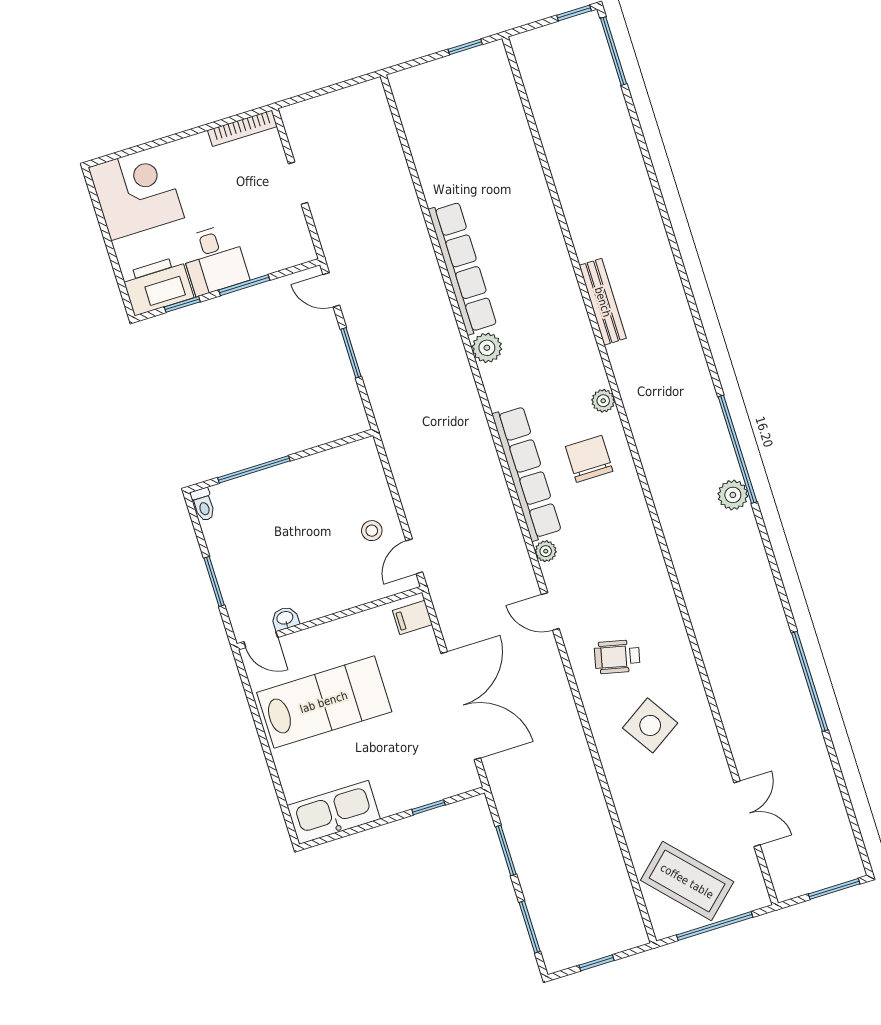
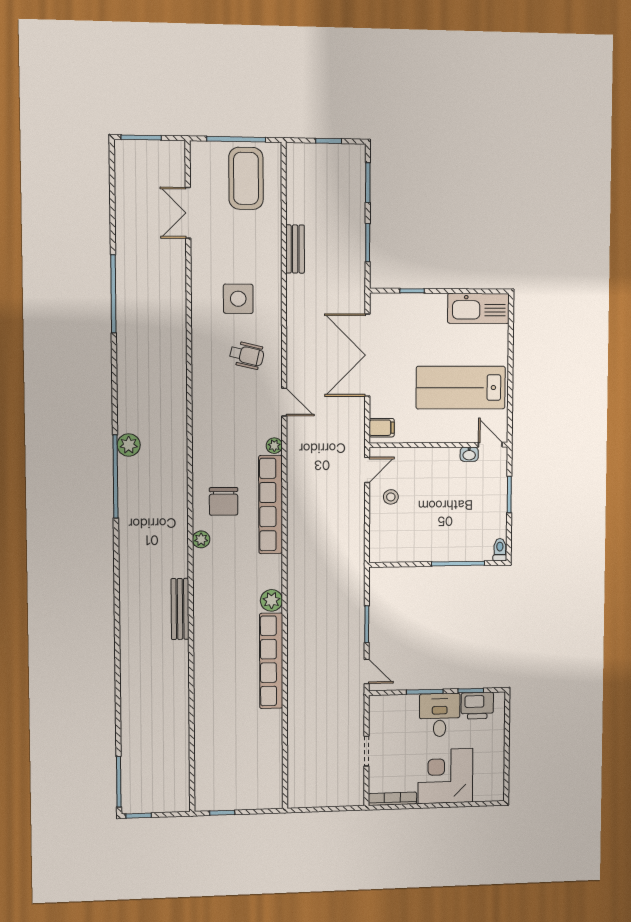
corner desk: (136, 193) -> (445, 776), moved, turned 90
printer: (158, 286) -> (477, 706), width x0.73, depth x0.84
side table: (650, 725) -> (238, 299), turned 33
bench: (597, 812) -> (295, 249), added
coffee table: (687, 881) -> (246, 178), turned 43

